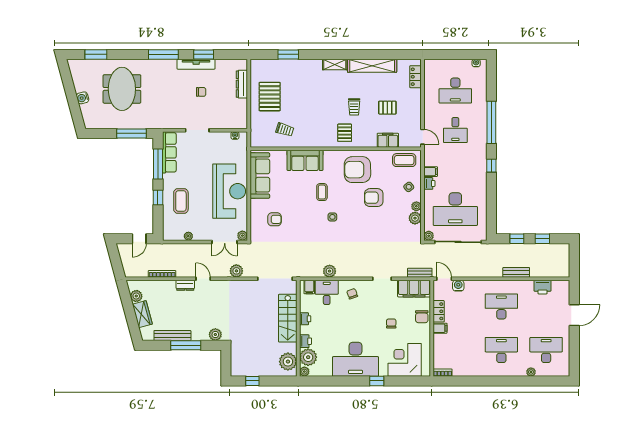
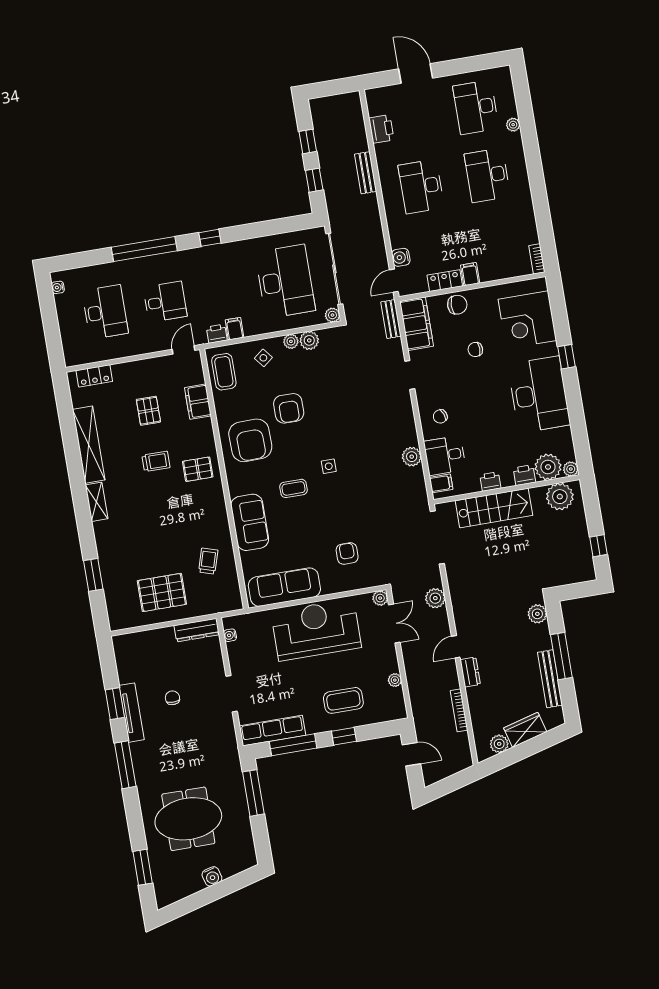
dresser: (242, 84) -> (197, 630), moved
printer: (429, 183) -> (217, 334), moved

